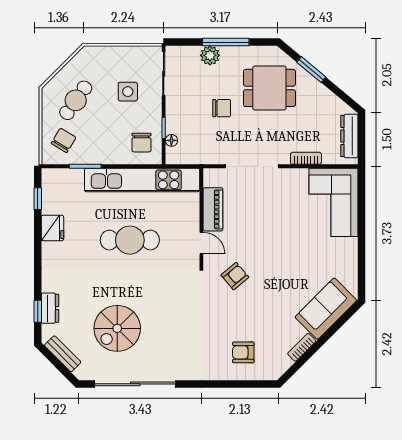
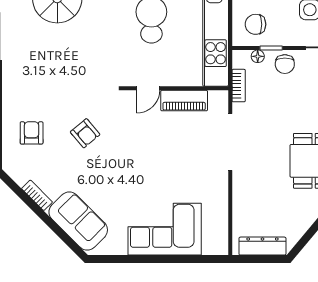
chair: (222, 108) -> (285, 64), moved
bookcase: (306, 158) -> (239, 86), moved
corner sofa: (334, 202) -> (165, 229), moved
armchair: (235, 276) -> (85, 133), moved

